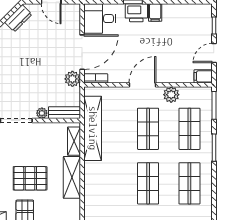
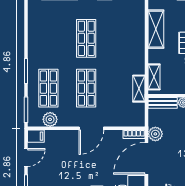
plant: (171, 95) -> (50, 119), moved
shelving: (93, 128) -> (139, 89), width x0.45, depth x0.75
shelving: (72, 177) -> (156, 29), moved
shop shelf: (189, 183) -> (48, 38), removed

